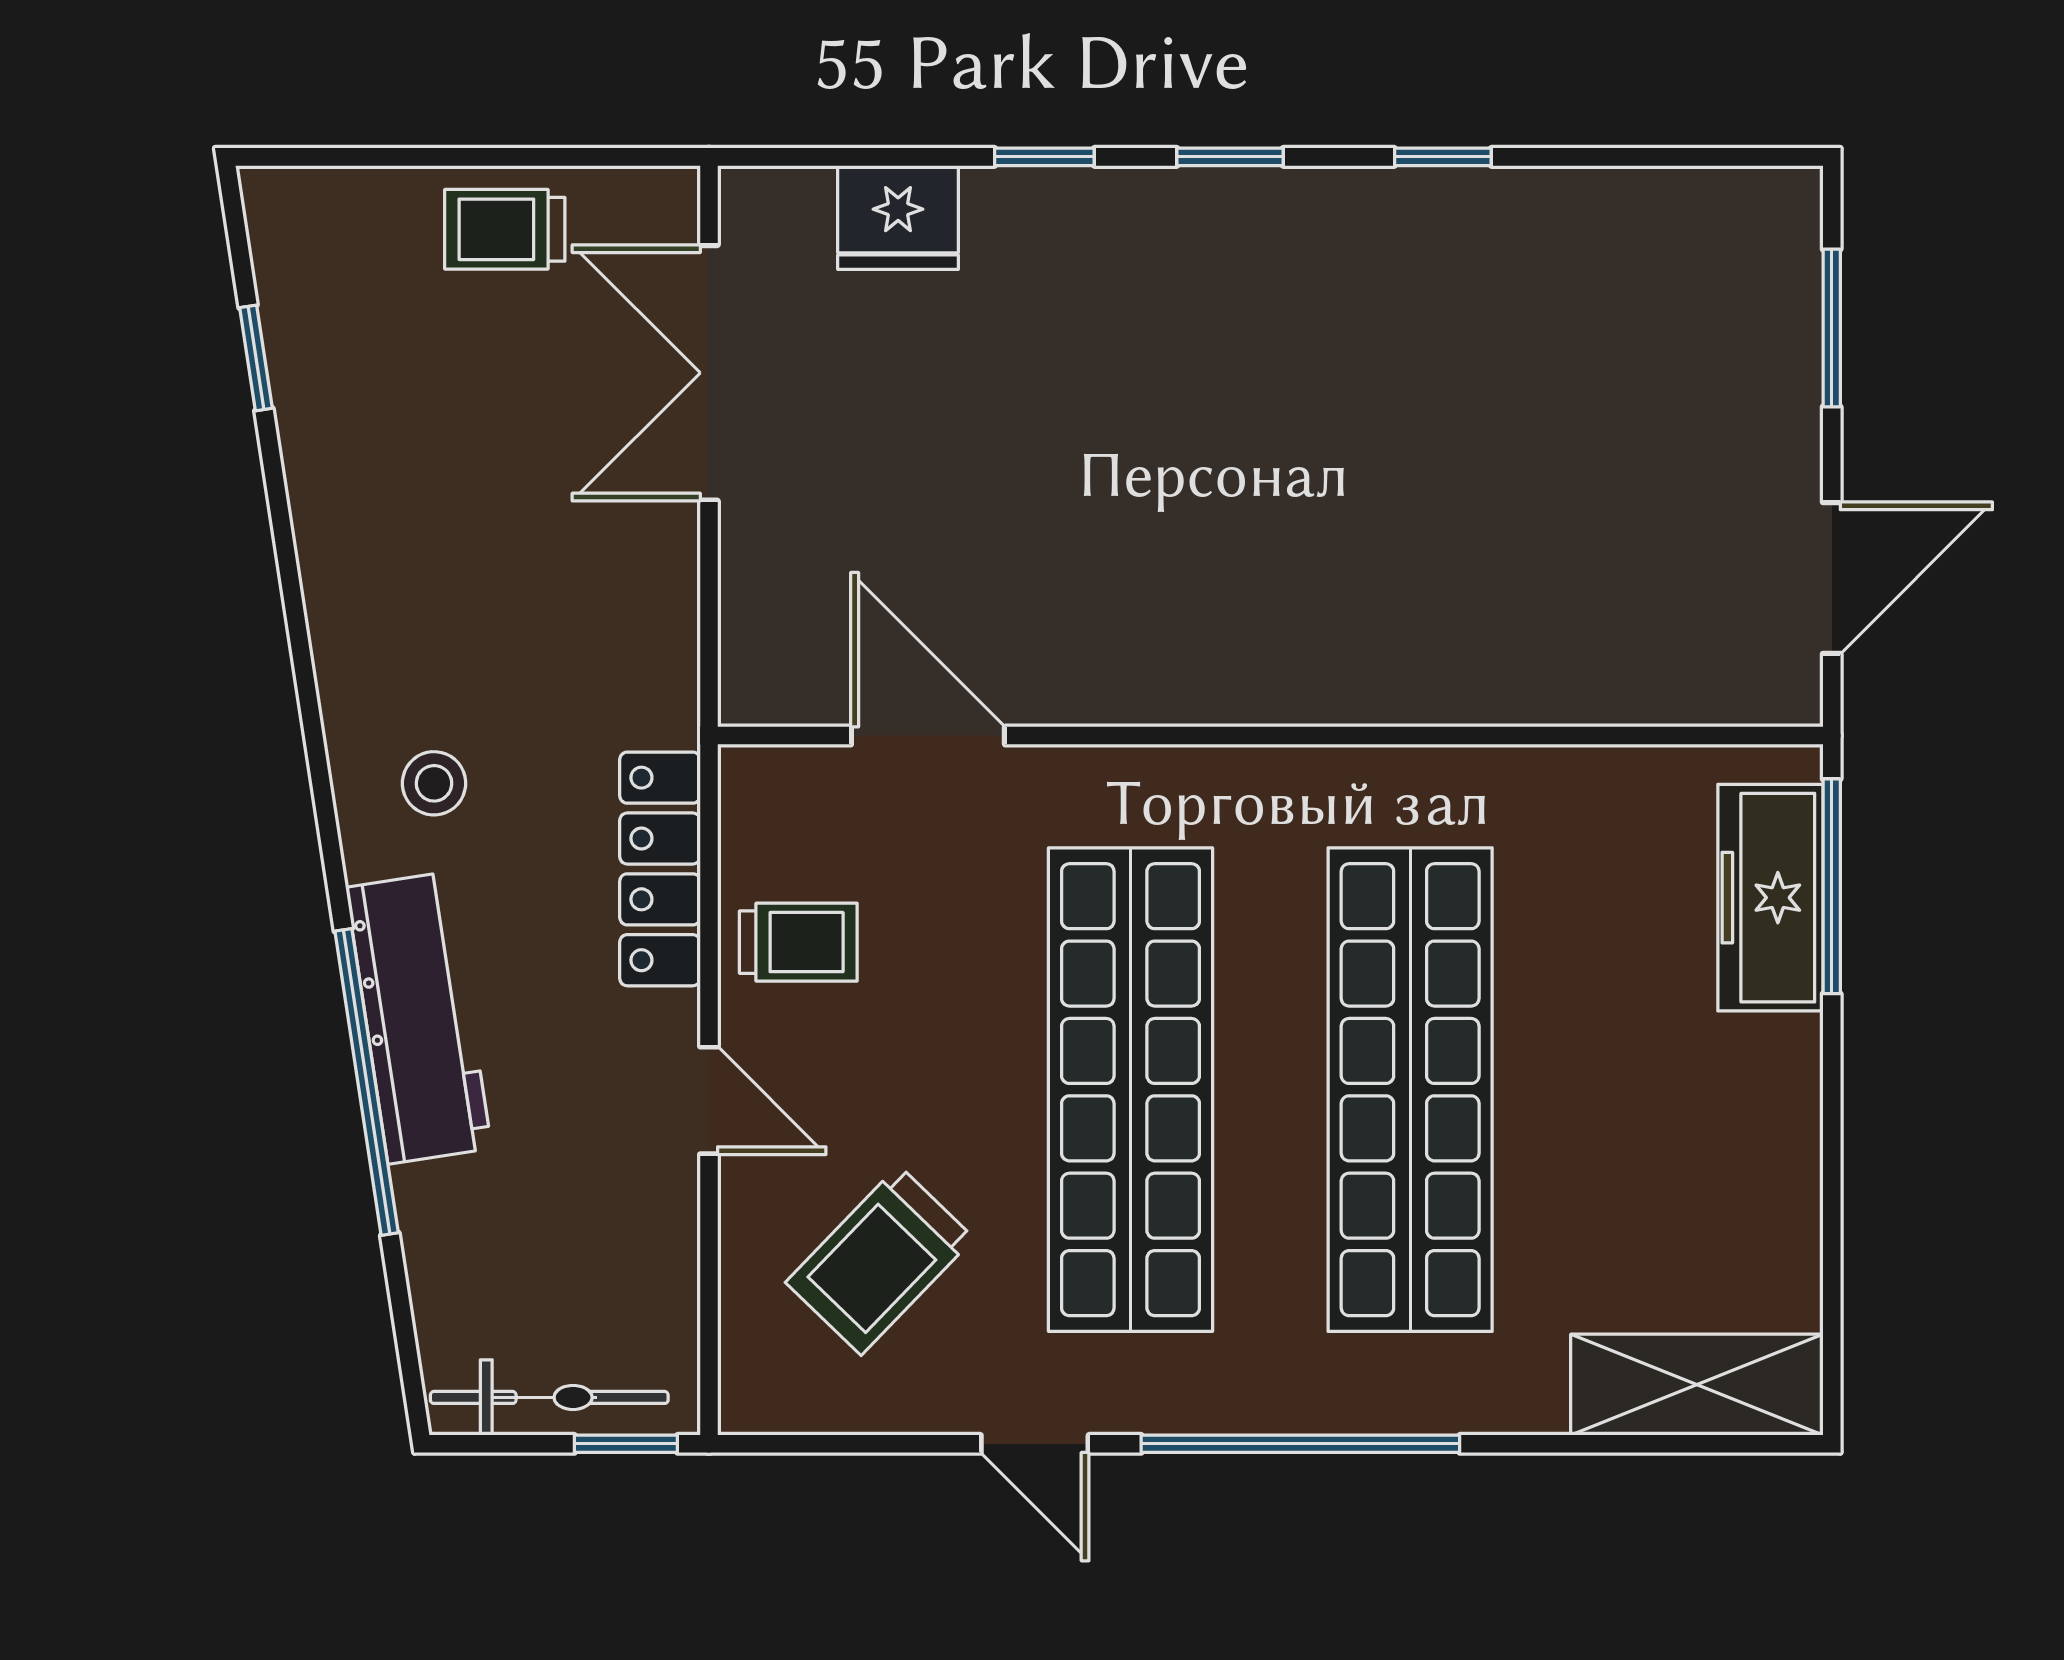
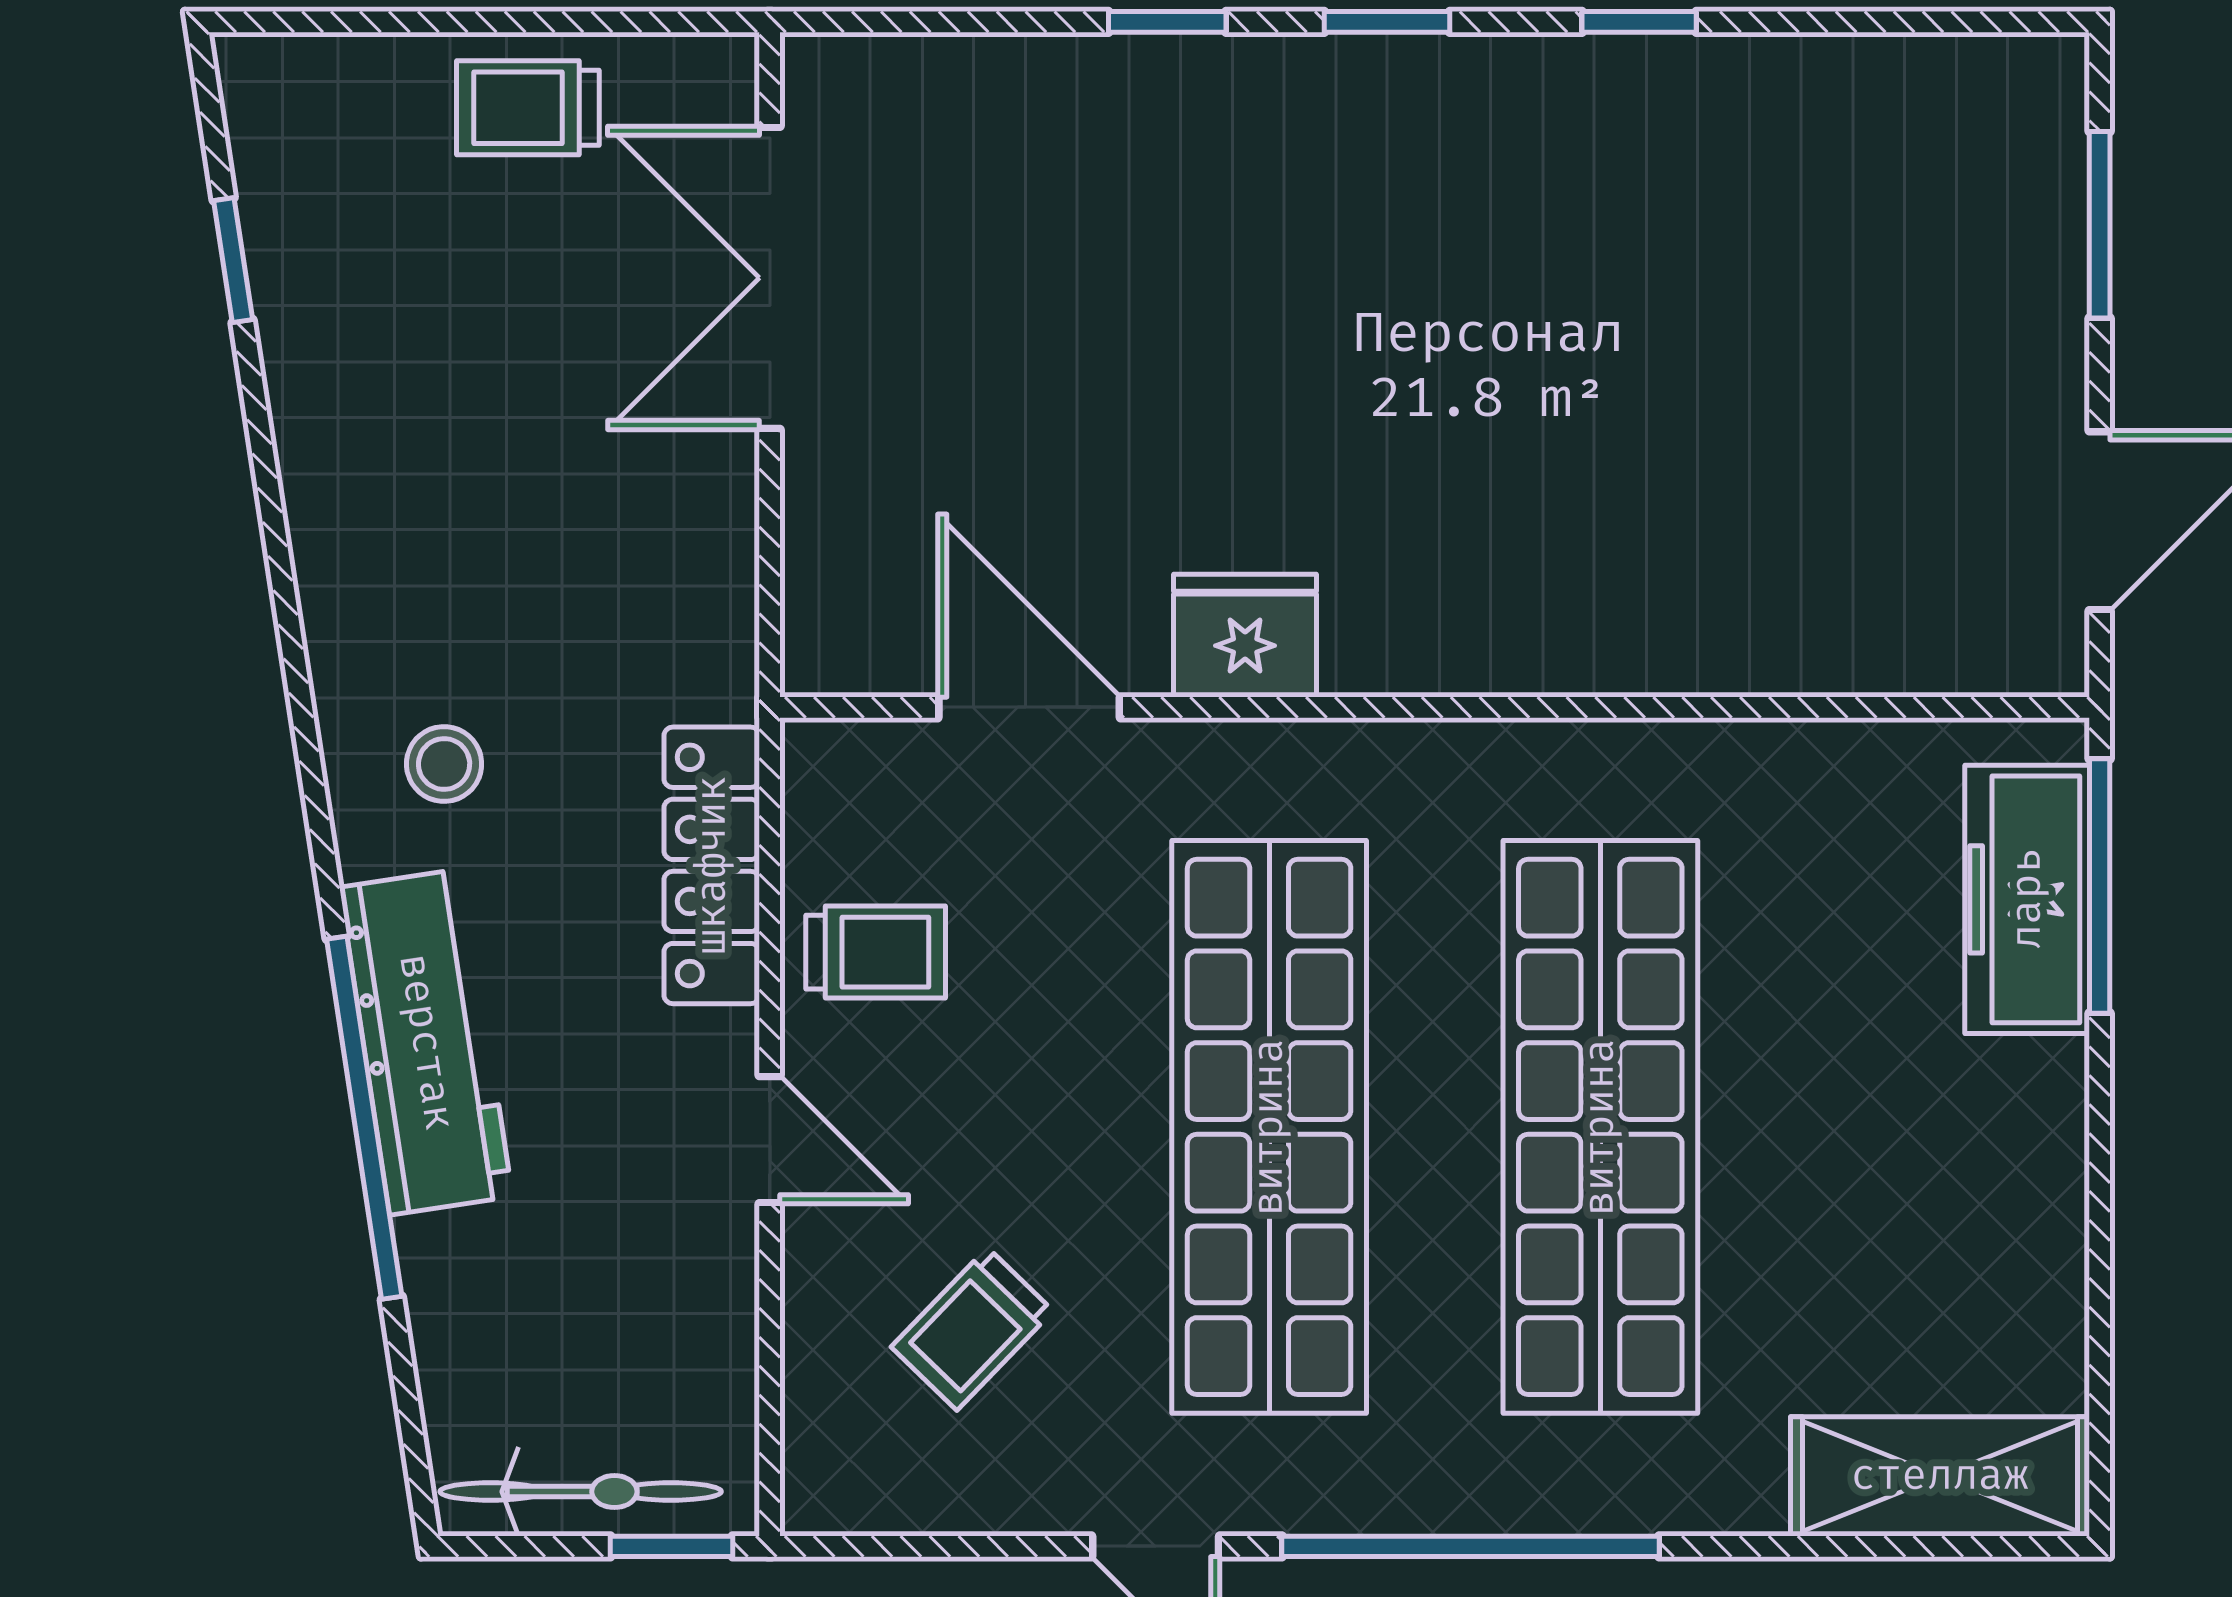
fridge: (898, 217) -> (1245, 636), moved, turned 180
trolley: (880, 1260) -> (972, 1329), width x0.73, depth x0.72

